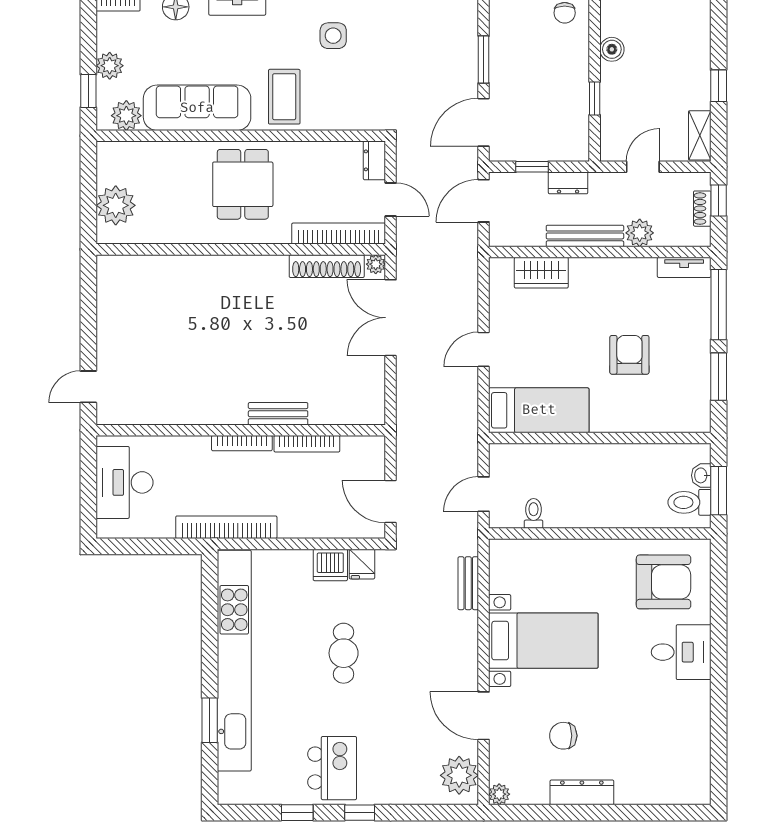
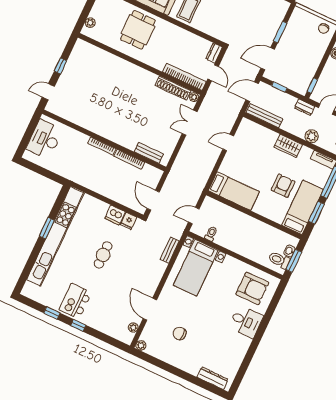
window: (595, 98) -> (312, 85), moved
dresser: (568, 183) -> (305, 107), moved
dining table: (243, 184) -> (138, 30), moved
plant: (116, 205) -> (90, 23), width x0.53, depth x0.53
bench: (585, 236) -> (264, 116), moved
wardrobe: (541, 273) -> (288, 146), moved
double door: (391, 318) -> (190, 123), width x0.73
window: (88, 326) -> (60, 66), added
door: (484, 349) -> (228, 142), moved
bed: (687, 379) -> (302, 207), added
bench: (278, 414) -> (149, 153), moved
bookcase: (226, 527) -> (79, 178), removed
bed with nightstands: (543, 641) -> (196, 268), moved, turned 90
window: (210, 720) -> (47, 228), moved
kitchen island: (332, 768) -> (75, 301), turned 180
plant: (459, 775) -> (133, 327), width x0.53, depth x0.53
dresser: (582, 792) -> (213, 378), moved

